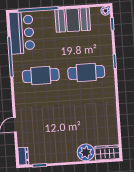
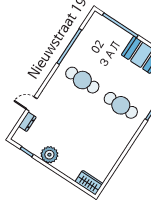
bar counter: (22, 33) -> (93, 34), removed
plant: (86, 152) -> (49, 155), moved
dresser: (23, 156) -> (27, 122), moved

